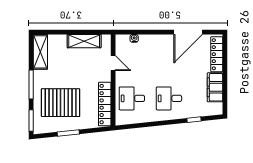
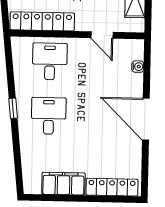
door: (188, 32) -> (146, 119), moved
door: (113, 63) -> (102, 35), hinge flipped
window: (194, 120) -> (13, 108), moved

